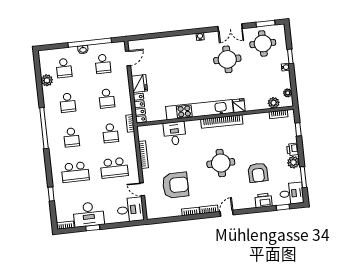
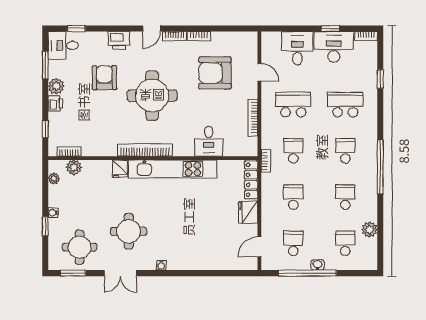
double door: (230, 27) -> (120, 273), swing flipped
round table: (221, 163) -> (152, 96), width x1.36, depth x1.36
printer: (263, 200) -> (119, 40), moved
desk: (130, 210) -> (297, 48), moved, turned 90

